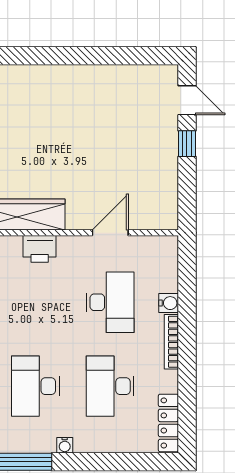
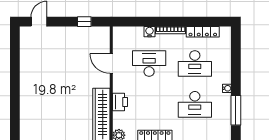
window: (187, 144) -> (84, 22), moved
locker: (168, 423) -> (203, 32), moved

